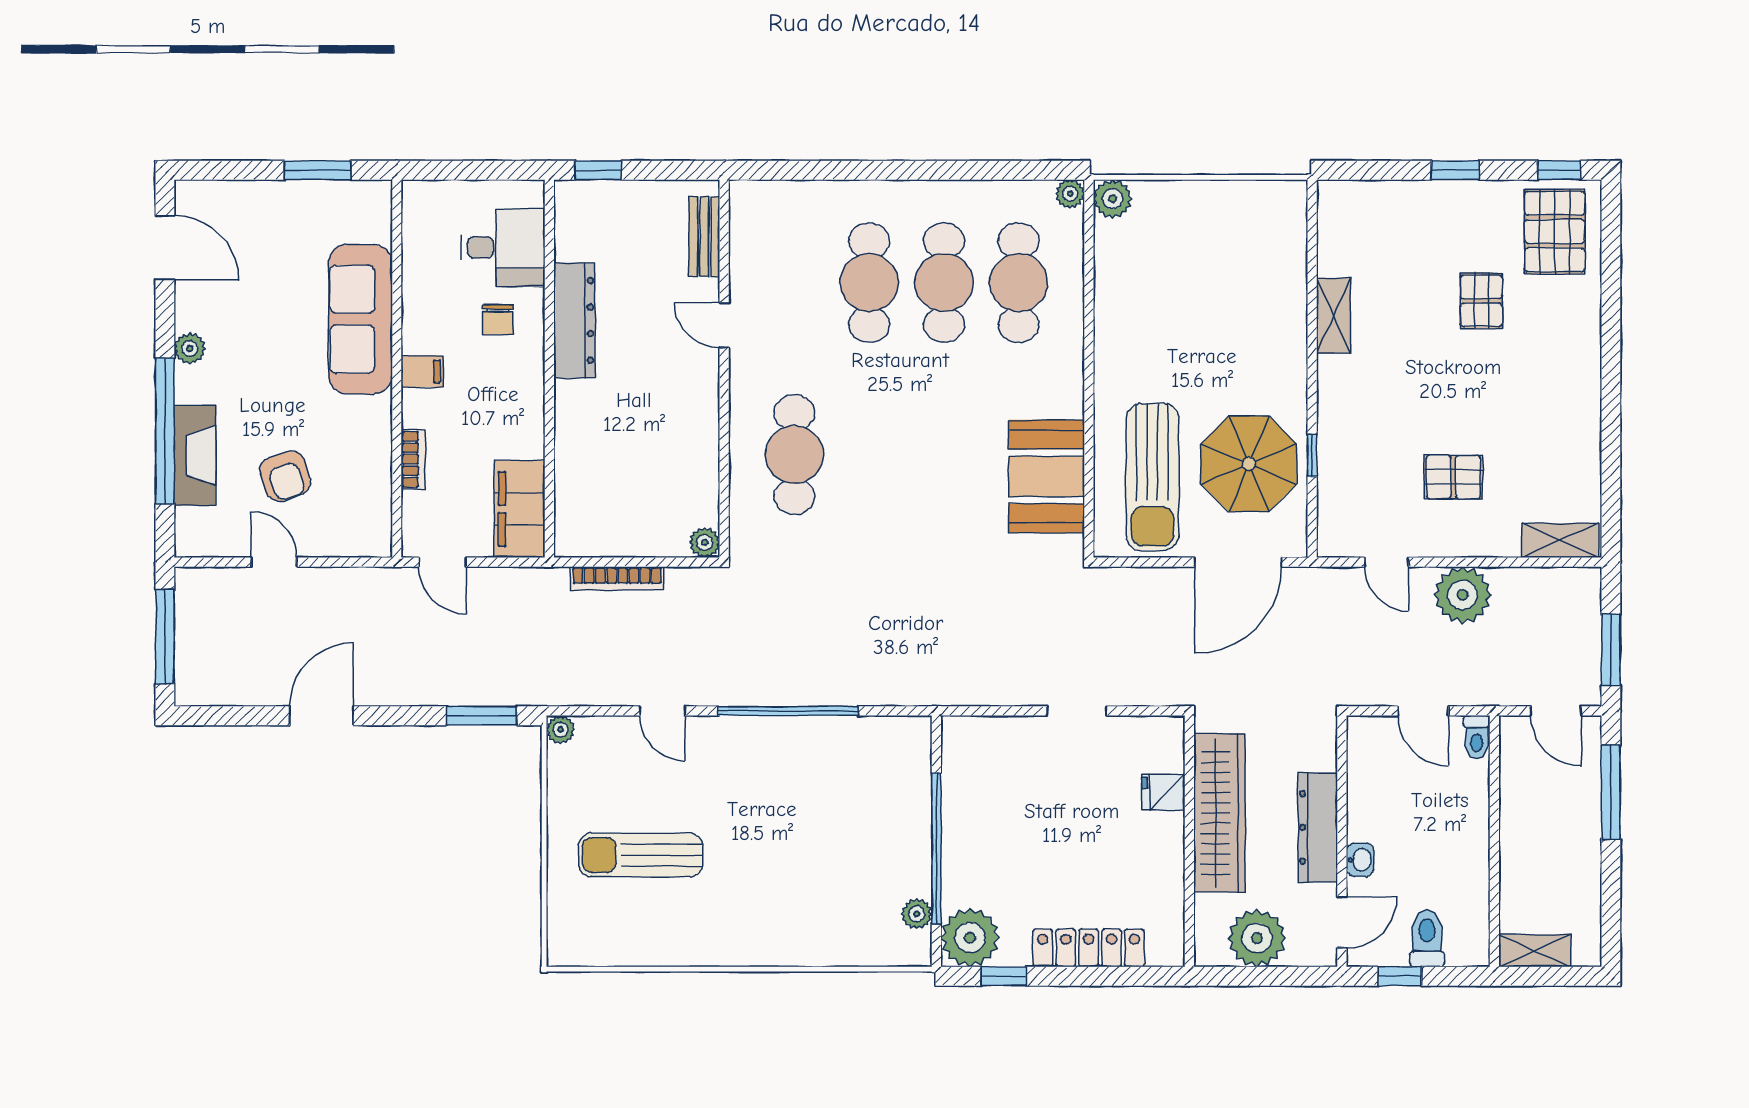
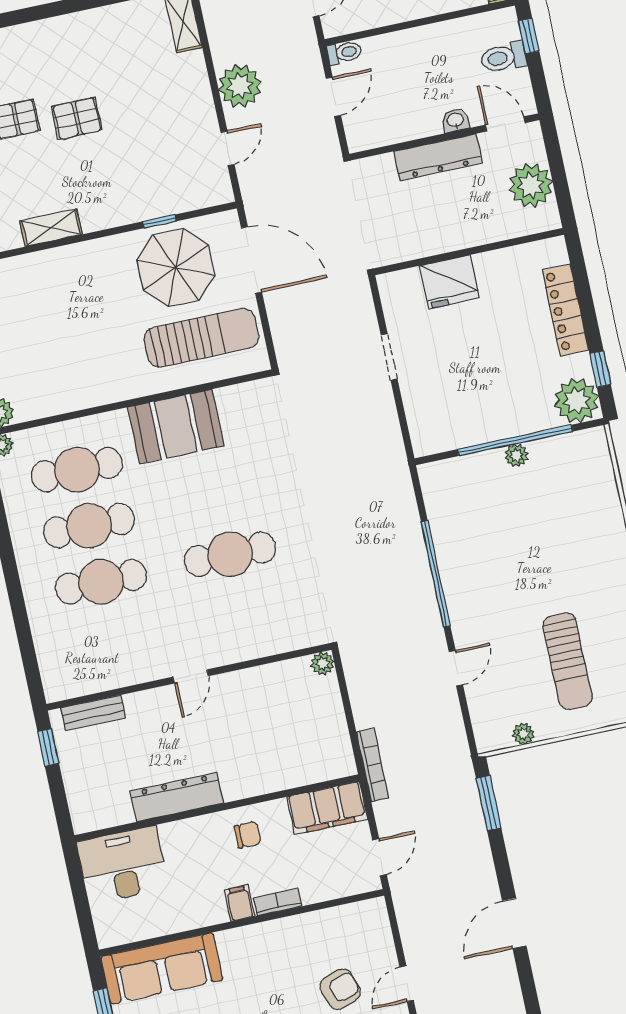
window: (598, 170) -> (48, 747), moved
desk: (503, 247) -> (123, 865), width x1.37
sofa: (360, 319) -> (162, 968), moved
chair: (498, 319) -> (248, 835), moved
door: (724, 325) -> (191, 676), moved
cafe table: (794, 455) -> (230, 554), moved
bookcase: (413, 459) -> (278, 902), moved
booth: (1047, 476) -> (176, 427), moved
pallet: (1453, 477) -> (77, 118), moved, turned 90
bookcase: (617, 578) -> (373, 765), moved
door: (322, 716) -> (514, 923), hinge flipped
plant: (561, 730) -> (523, 734), moved
fridge: (1163, 792) -> (449, 282), width x1.88, depth x1.34
wardrobe: (1219, 813) -> (443, 233), removed
plant: (917, 914) -> (516, 455), moved
window: (1400, 976) -> (529, 36), moved

